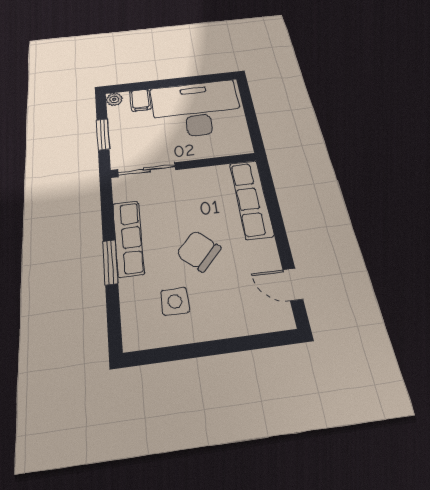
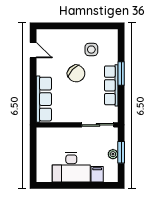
plant: (114, 99) -> (113, 154), moved
desk: (196, 109) -> (71, 167), width x0.73, depth x0.77

